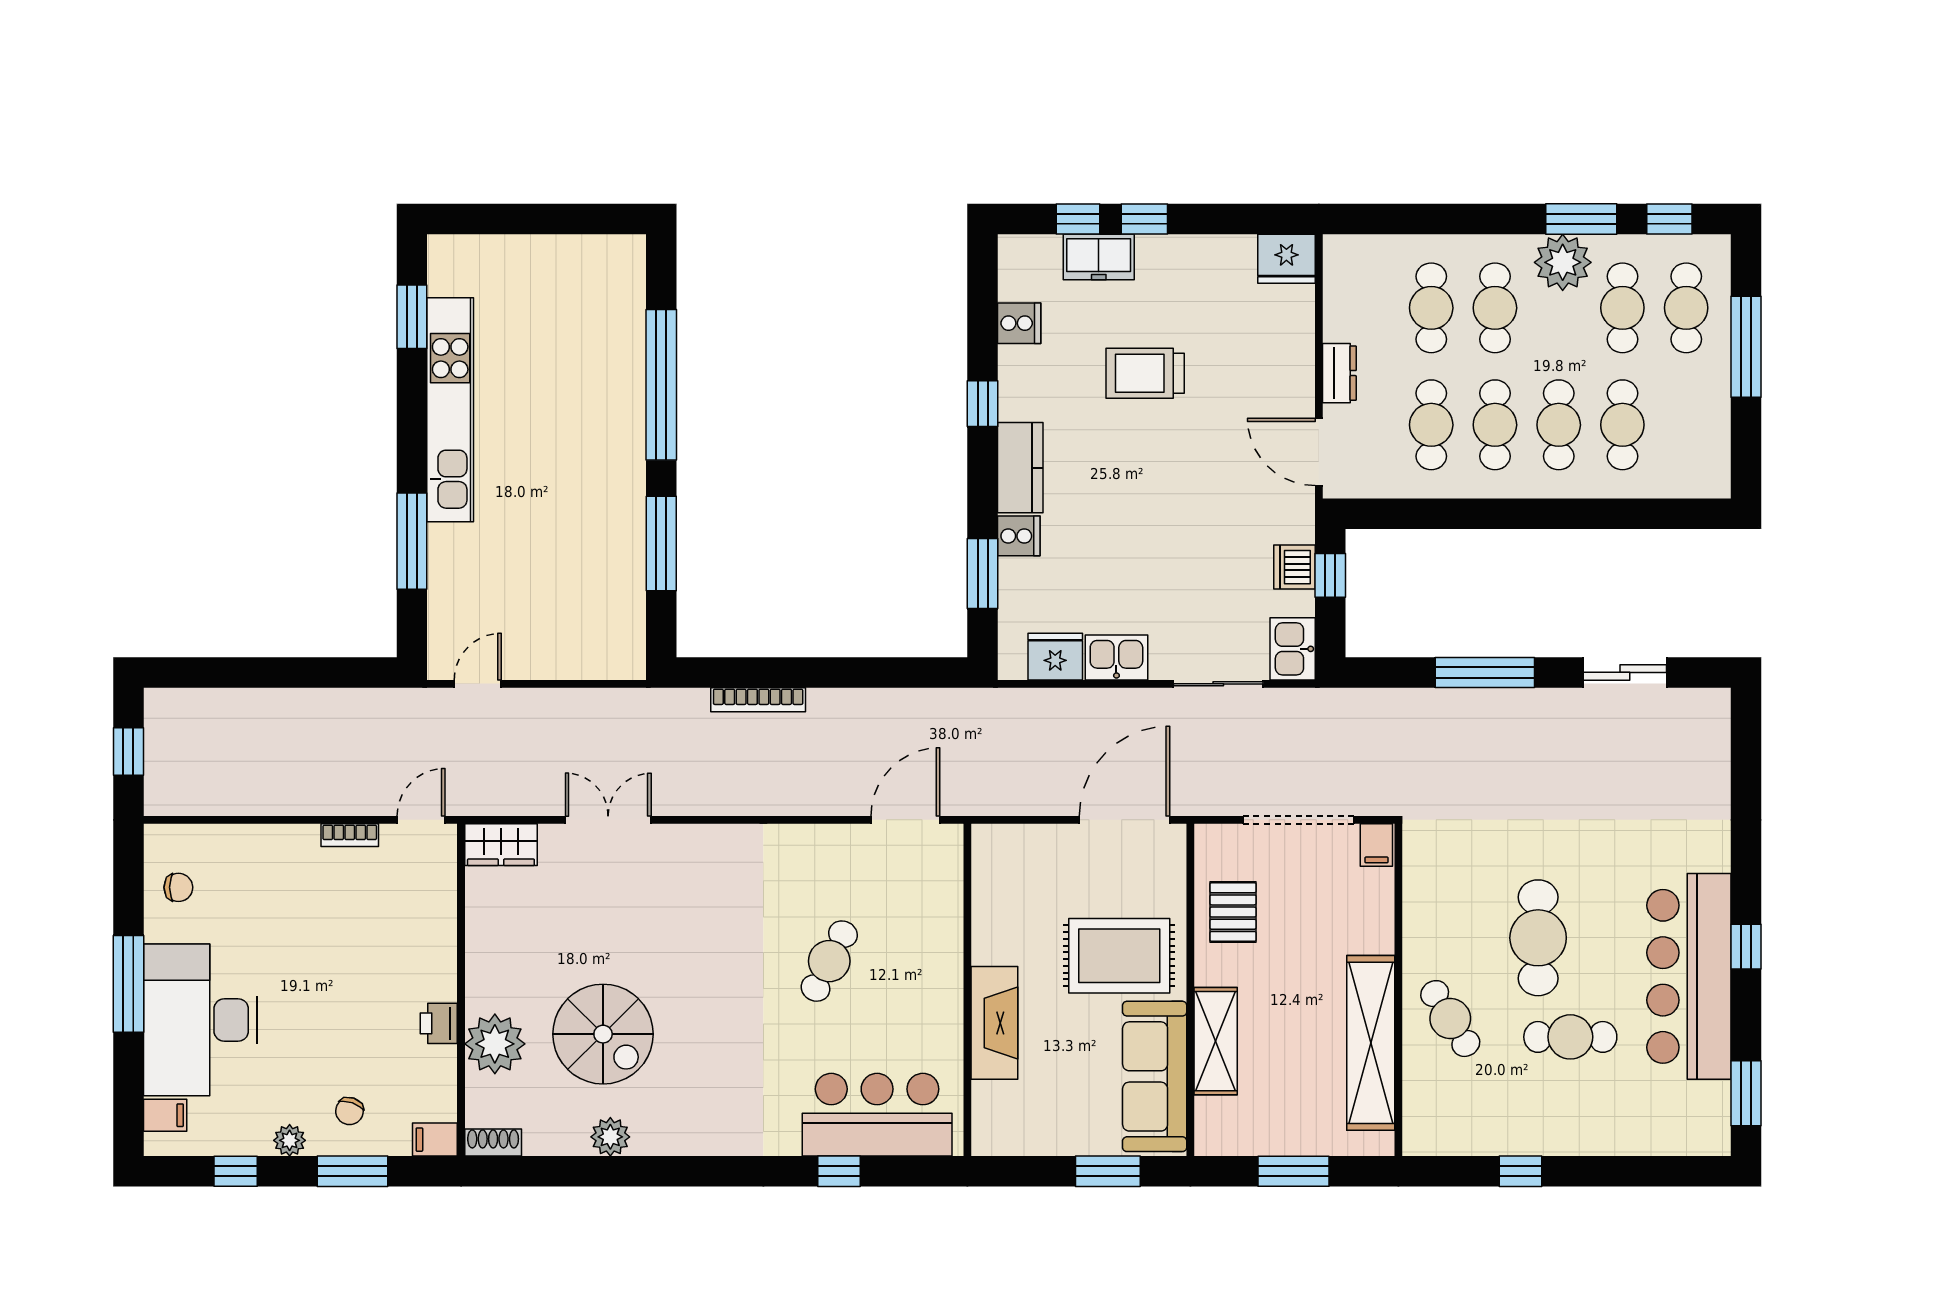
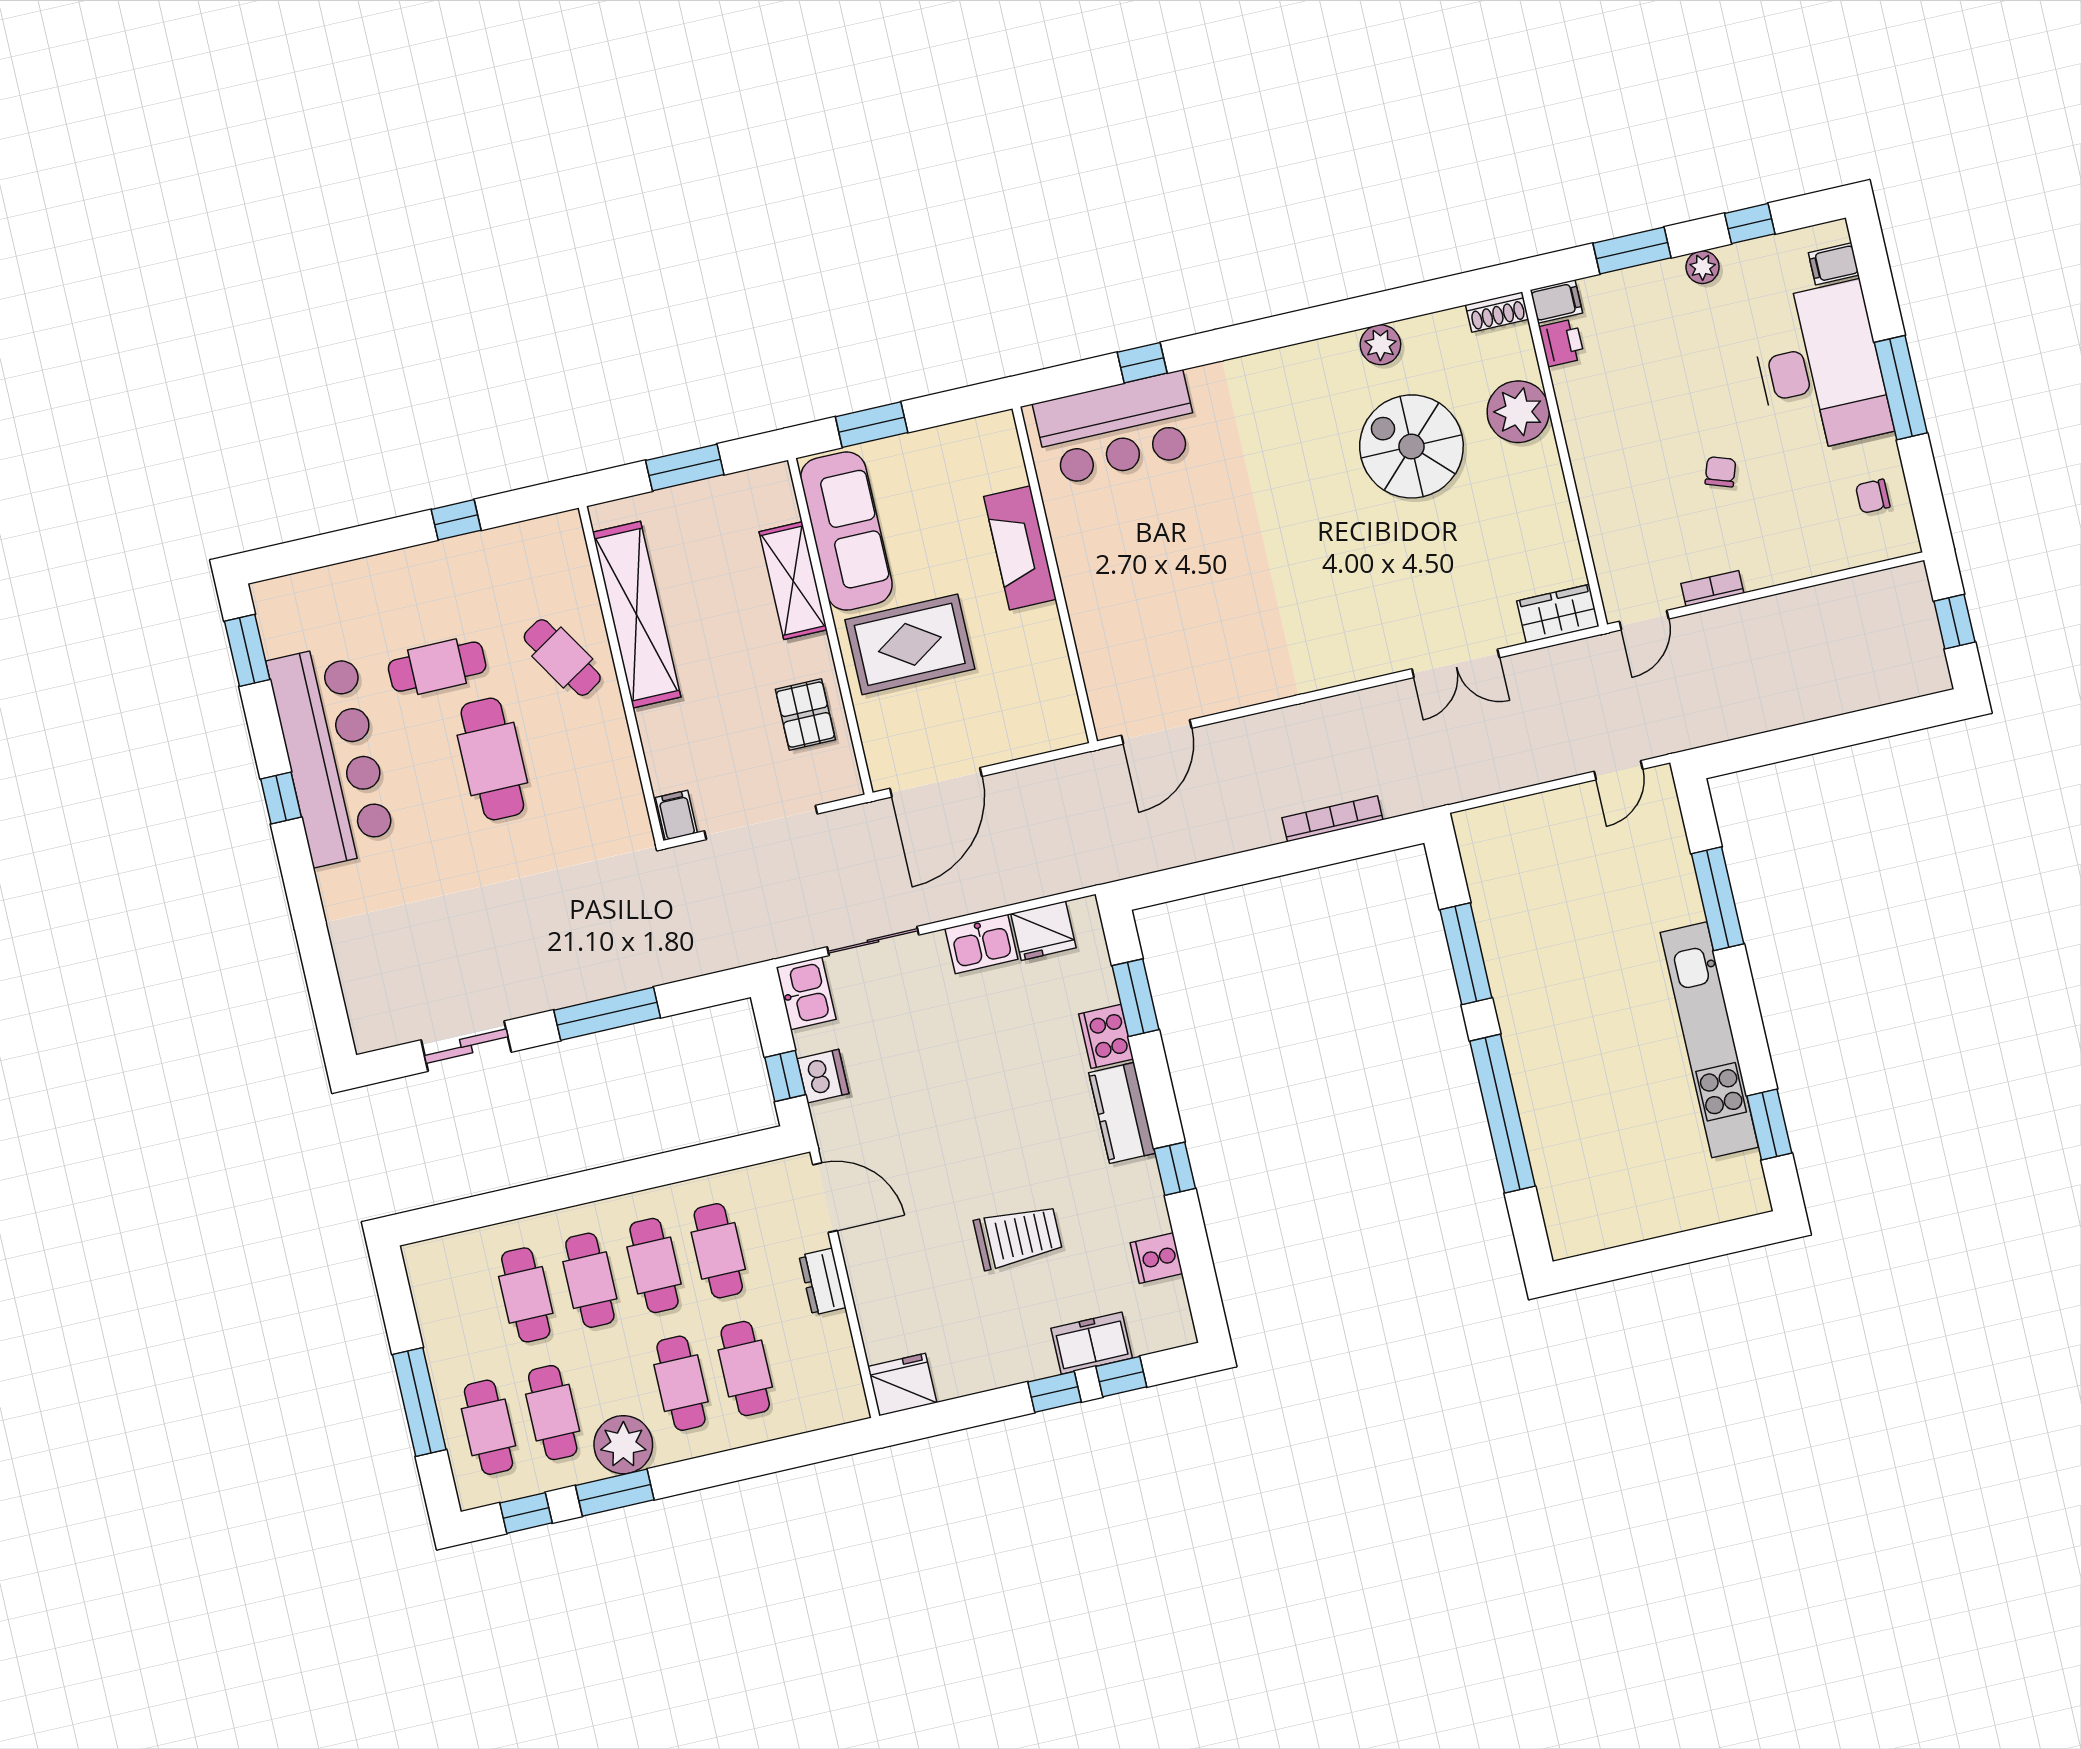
cooker: (1019, 536) -> (1106, 1036), width x1.36
cafe table: (829, 961) -> (1201, 572), removed
printer: (439, 1023) -> (1562, 343), moved
chair: (349, 1111) -> (1720, 472), moved

